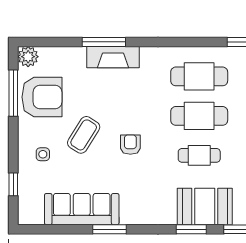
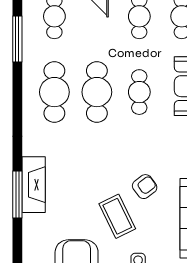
coffee table: (84, 135) -> (117, 216), turned 32
armchair: (130, 145) -> (145, 187), moved, turned 143

